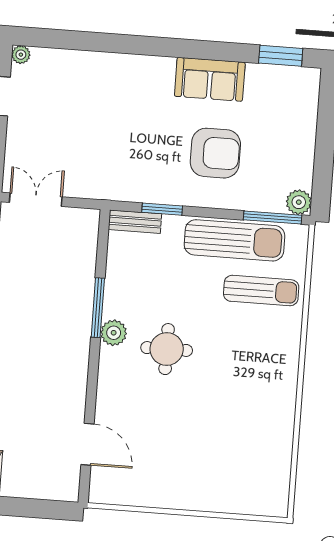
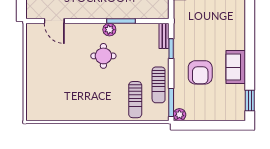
sun lounger: (234, 240) -> (159, 85), width x0.73, depth x0.75
door: (87, 444) -> (54, 21), hinge flipped

